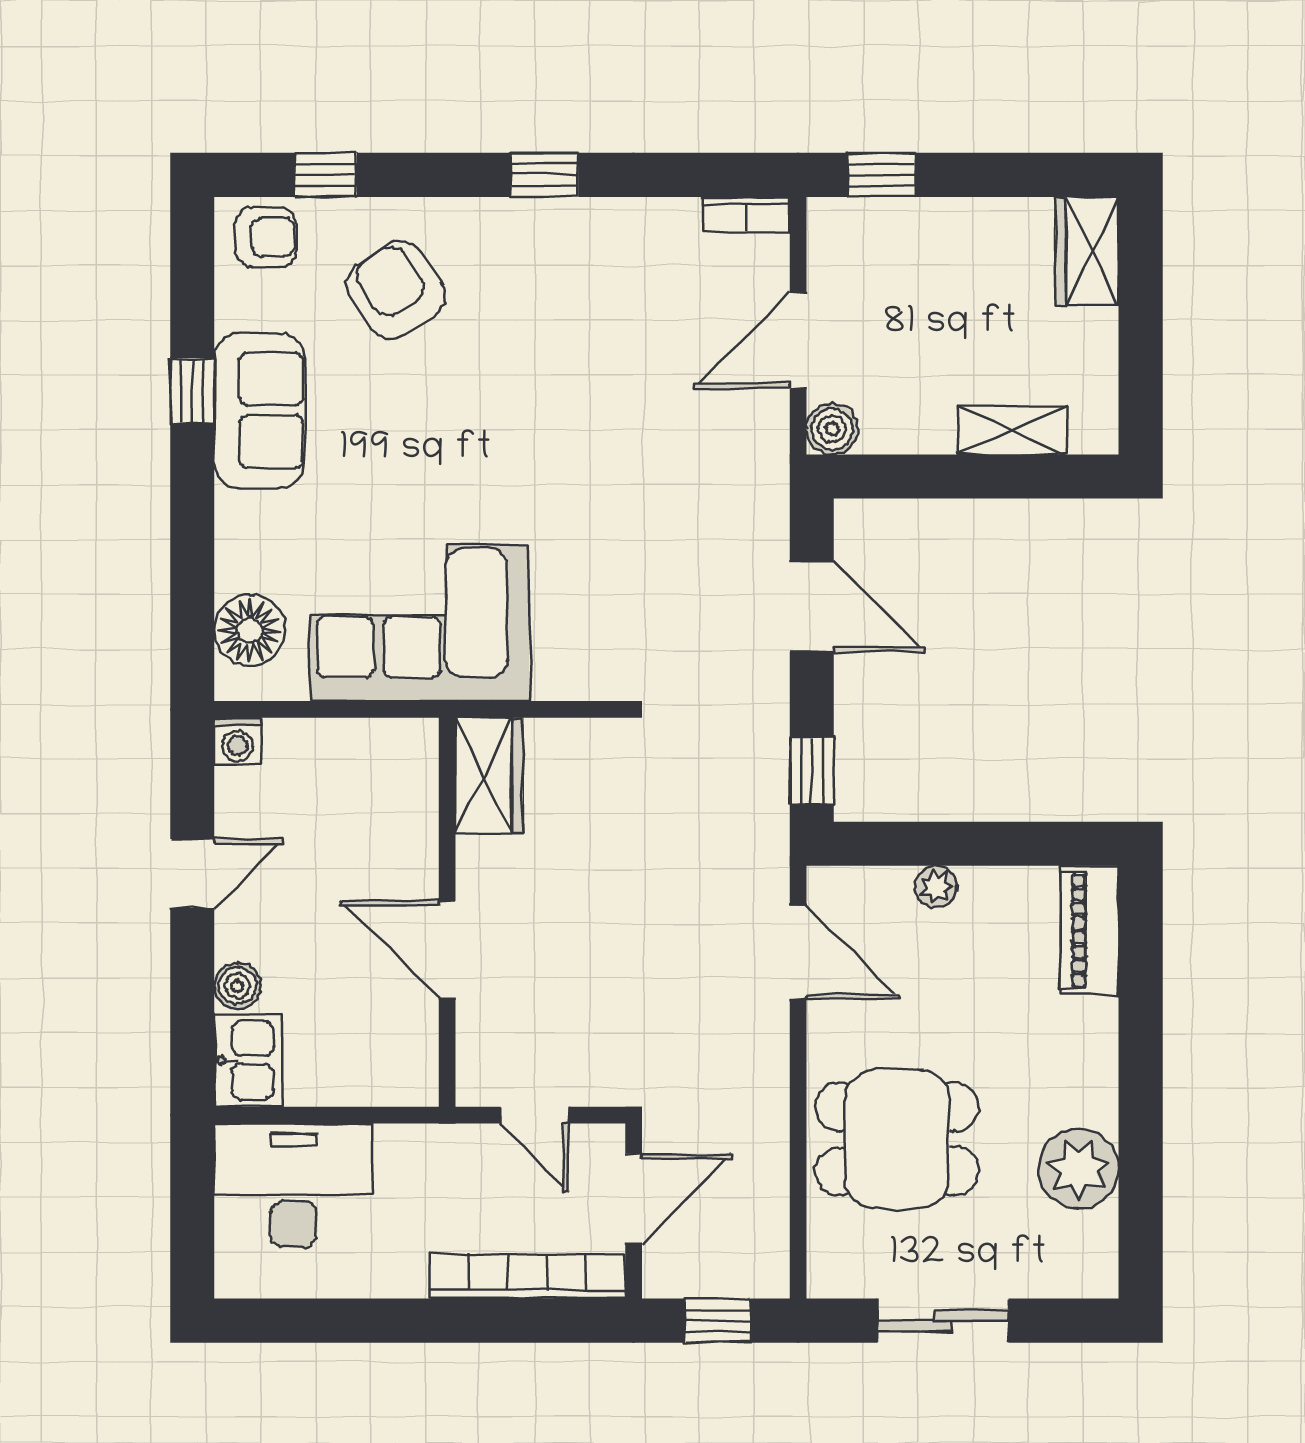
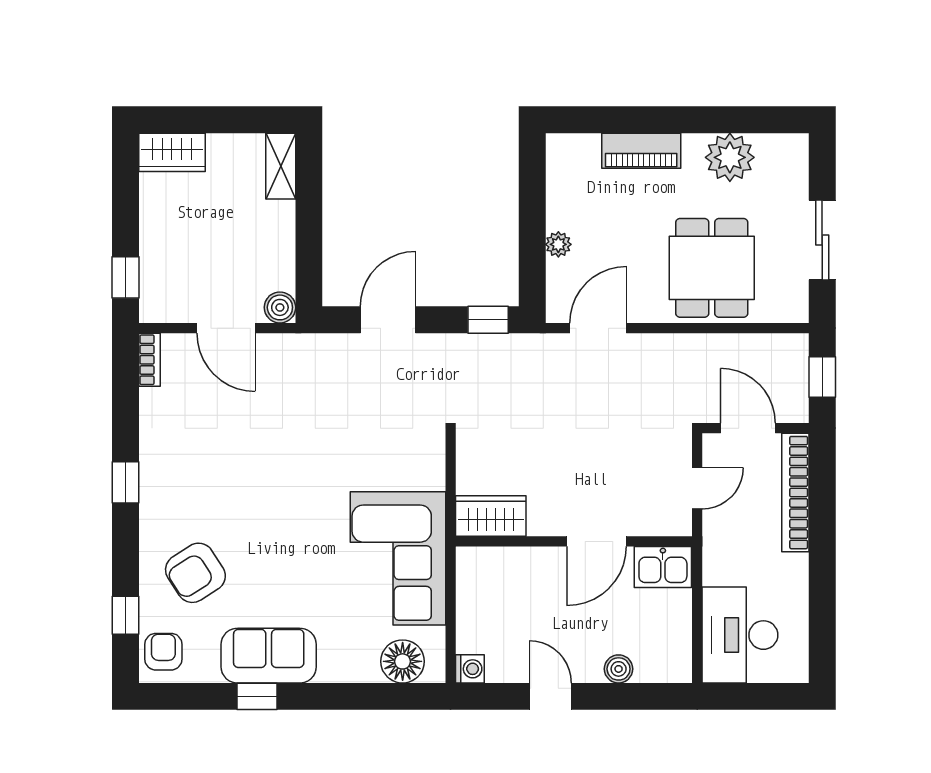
shelving: (1012, 430) -> (281, 166), moved
piano: (1090, 930) -> (641, 151), moved
kitchen sink: (248, 1060) -> (663, 567), moved, turned 180

